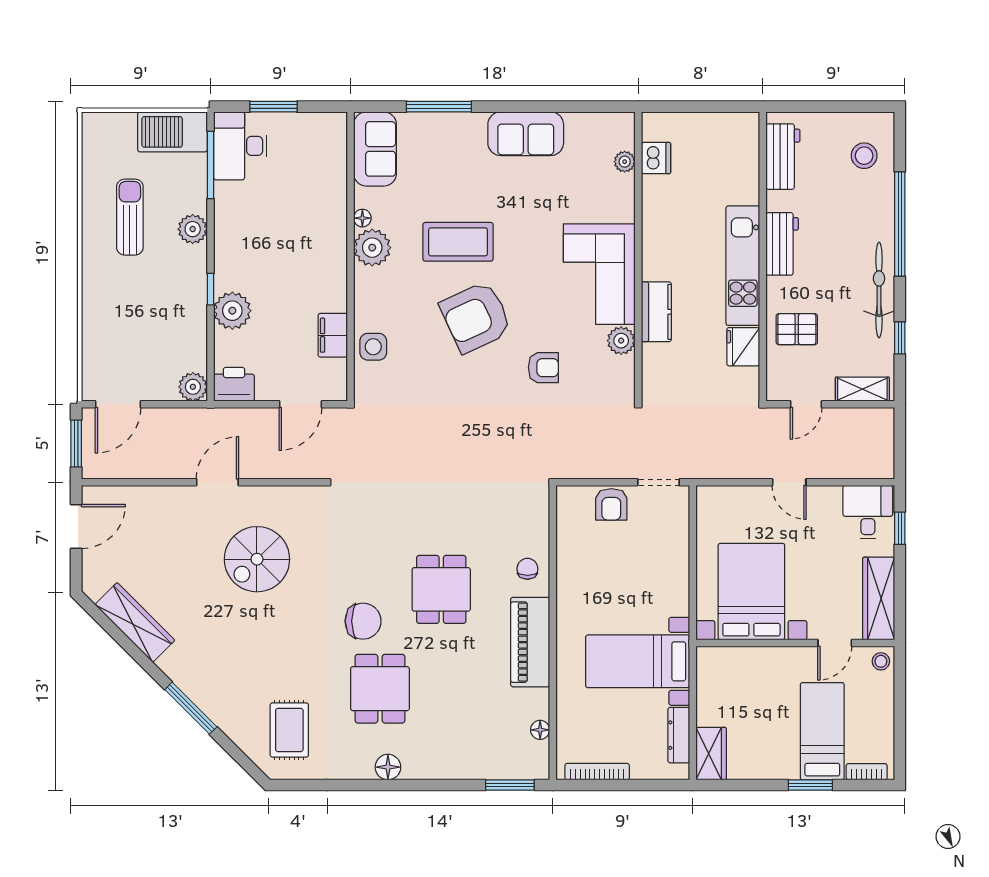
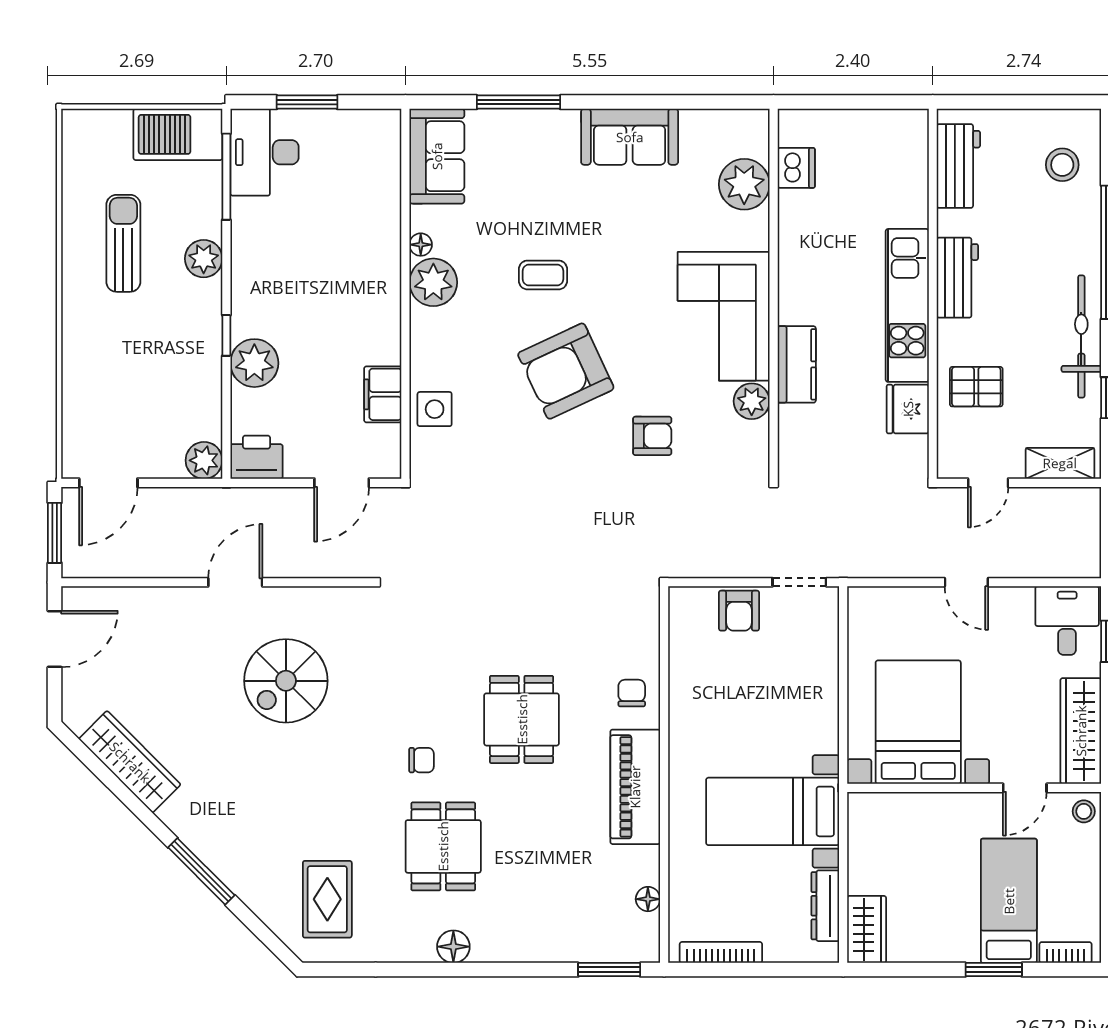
plant: (625, 162) -> (744, 184), width x1.88, depth x1.88
coffee table: (458, 242) -> (543, 275), width x0.54, depth x0.58
chair: (363, 621) -> (422, 760), width x0.54, depth x0.54

